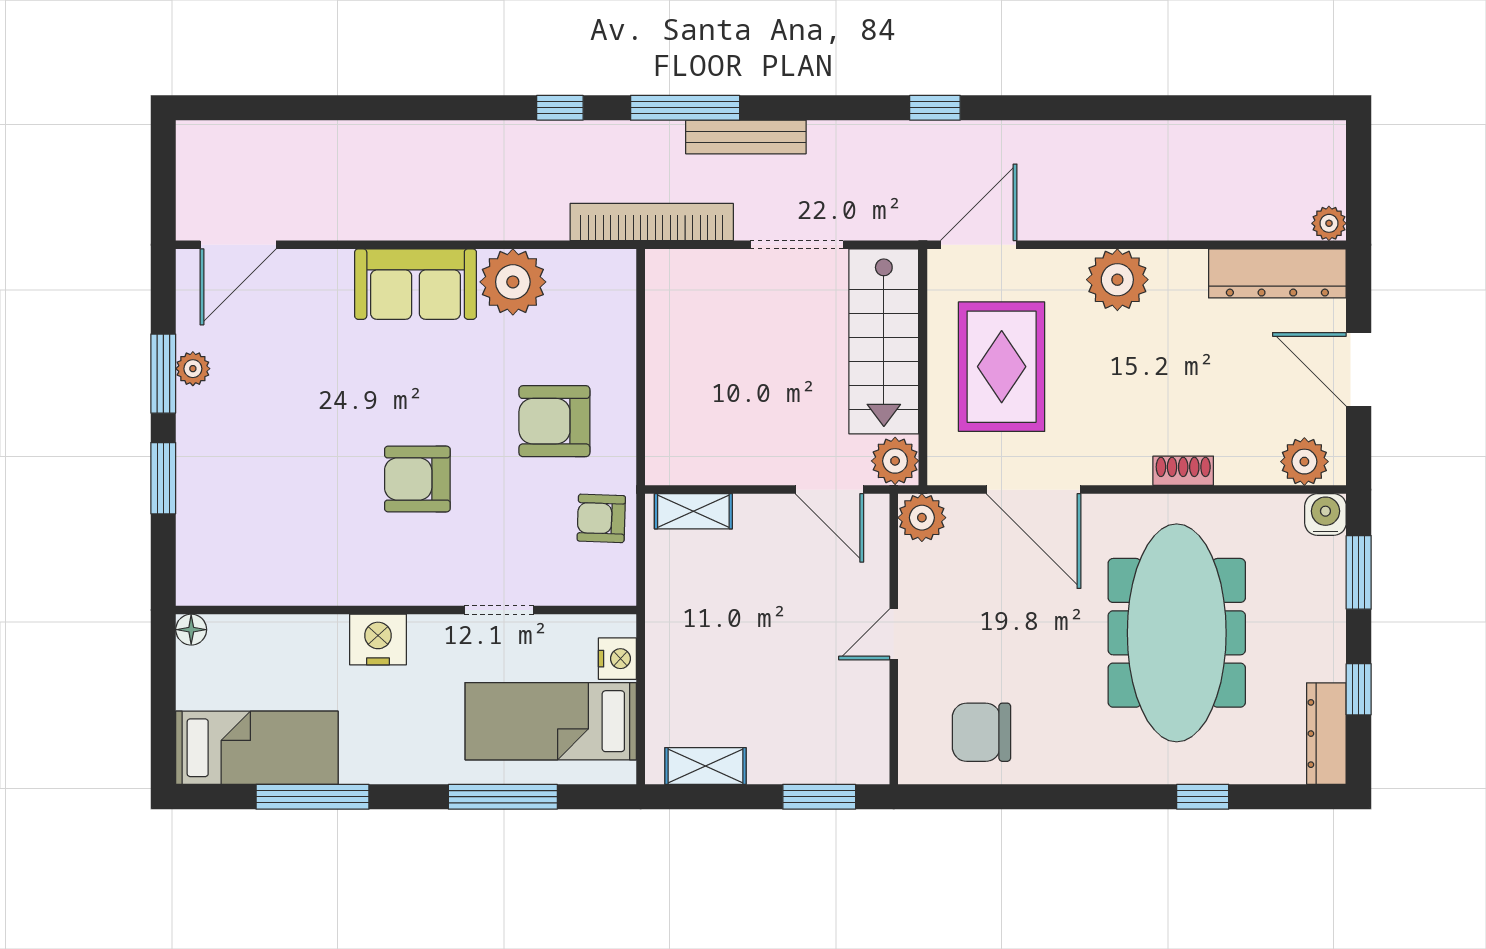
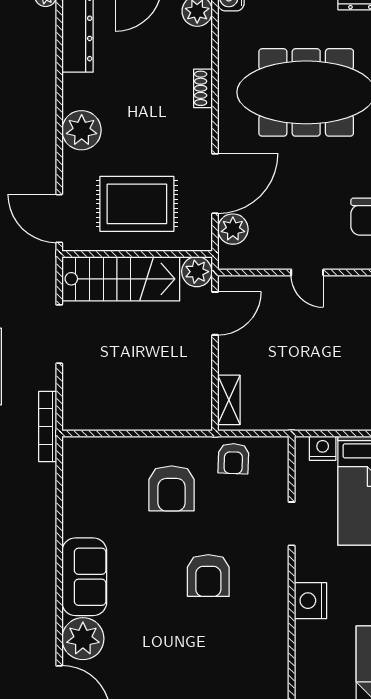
bookcase: (652, 222) -> (48, 426), width x0.68, depth x0.76
plant: (513, 282) -> (83, 639), moved
plant: (922, 518) -> (233, 229), moved

